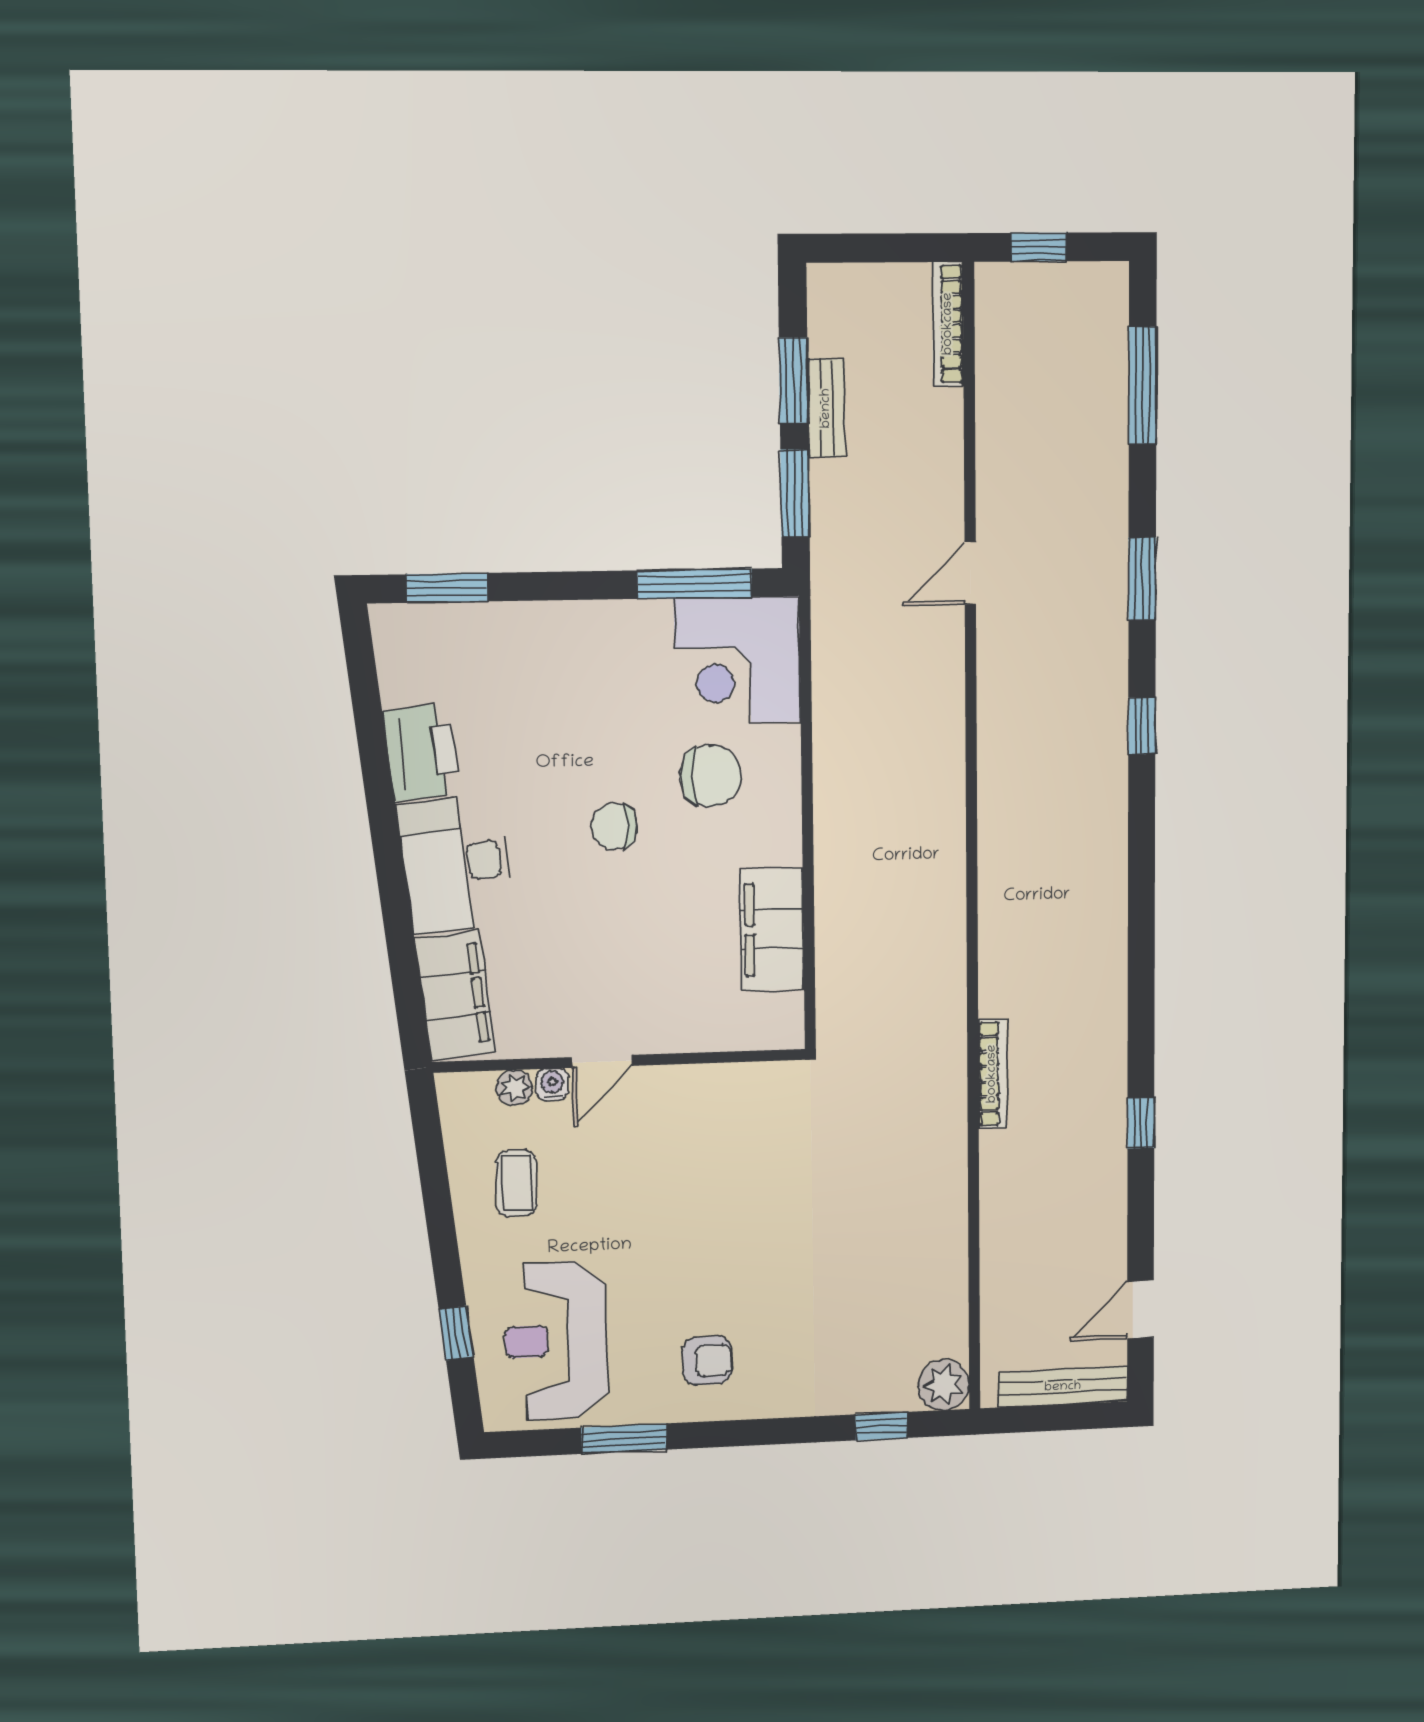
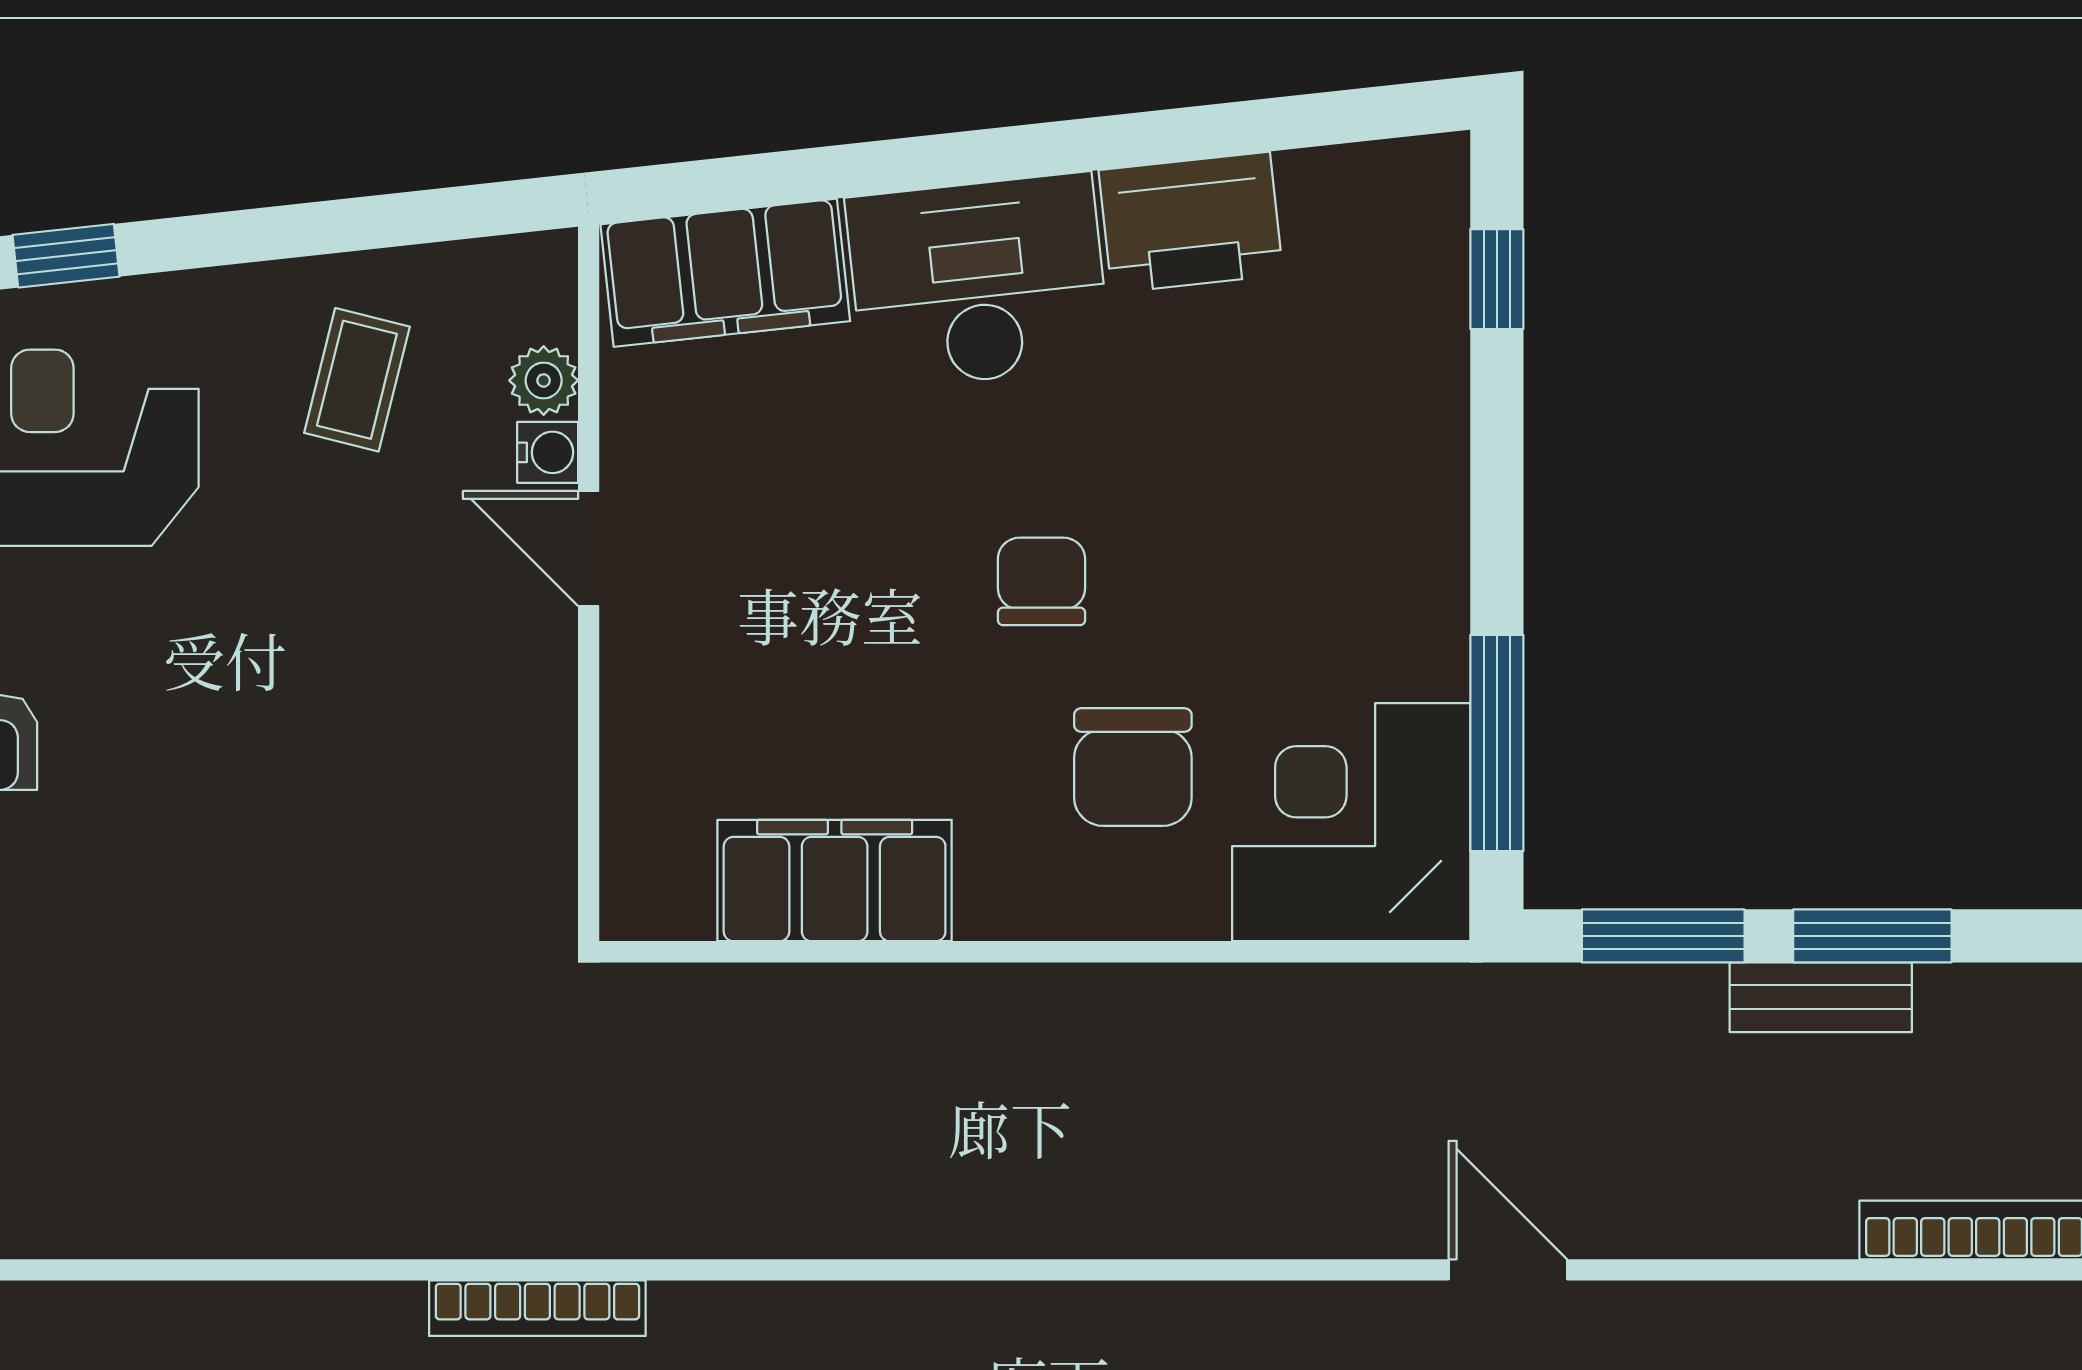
window: (447, 588) -> (1497, 279), width x0.67
coffee table: (517, 1183) -> (357, 380), turned -76

